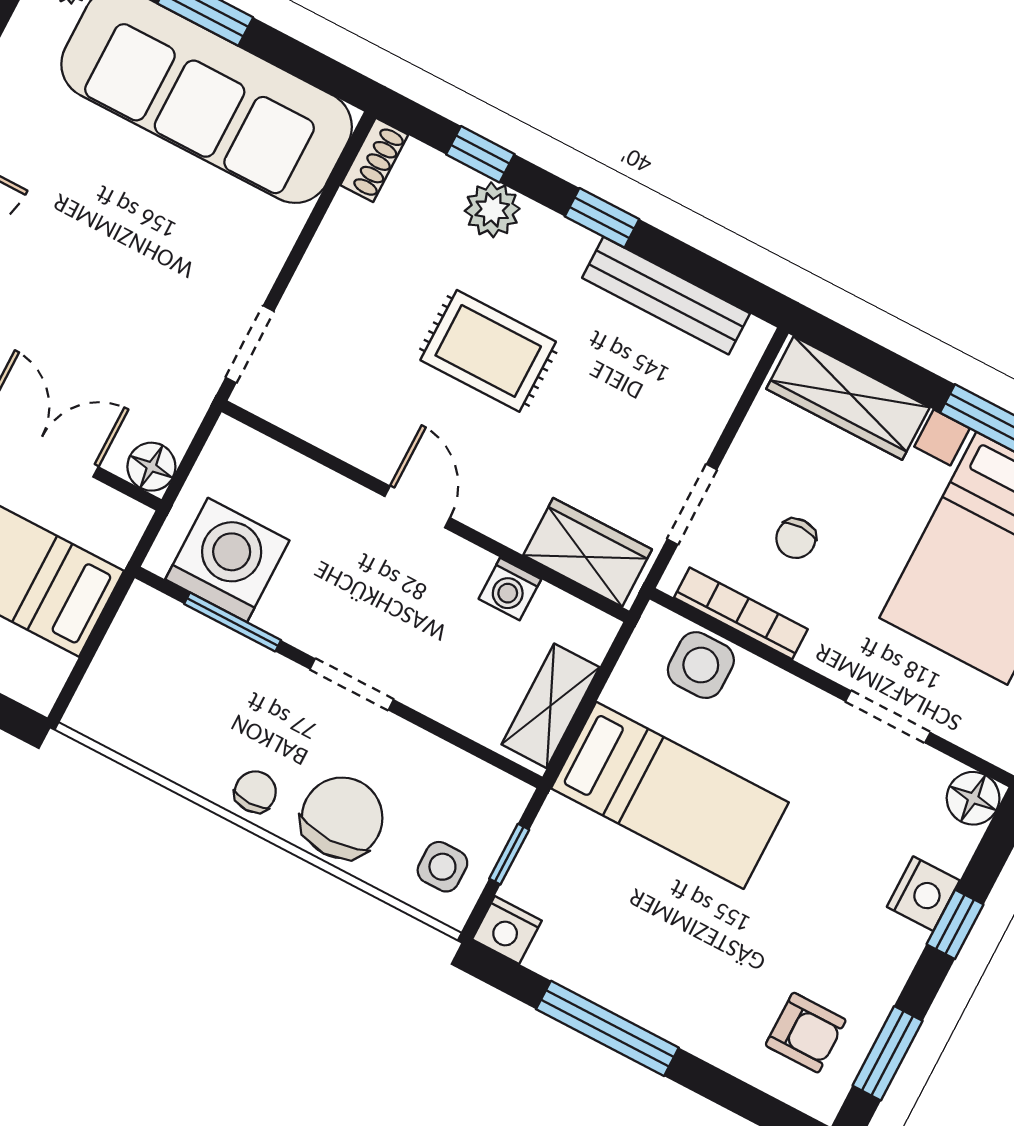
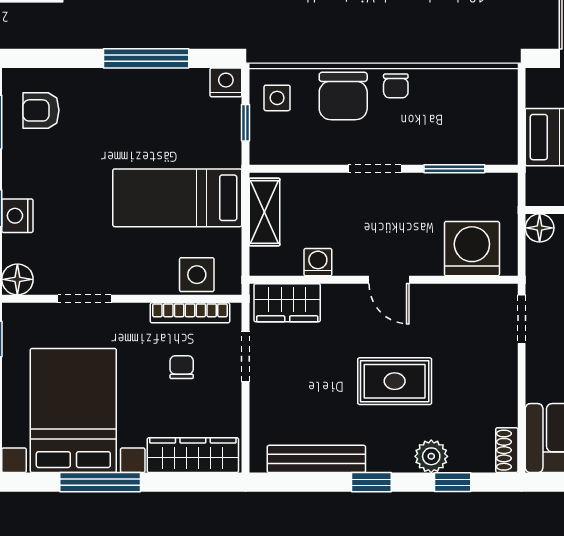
washing machine: (227, 560) -> (472, 249), moved, turned 180

